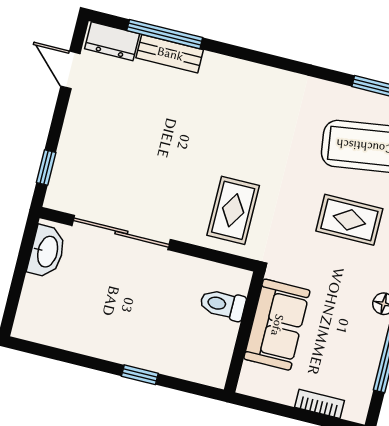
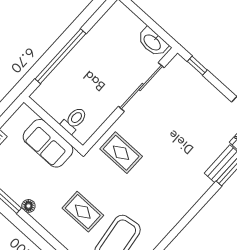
rug: (349, 220) -> (83, 212), turned 90
window: (140, 375) -> (61, 56), width x3.17

